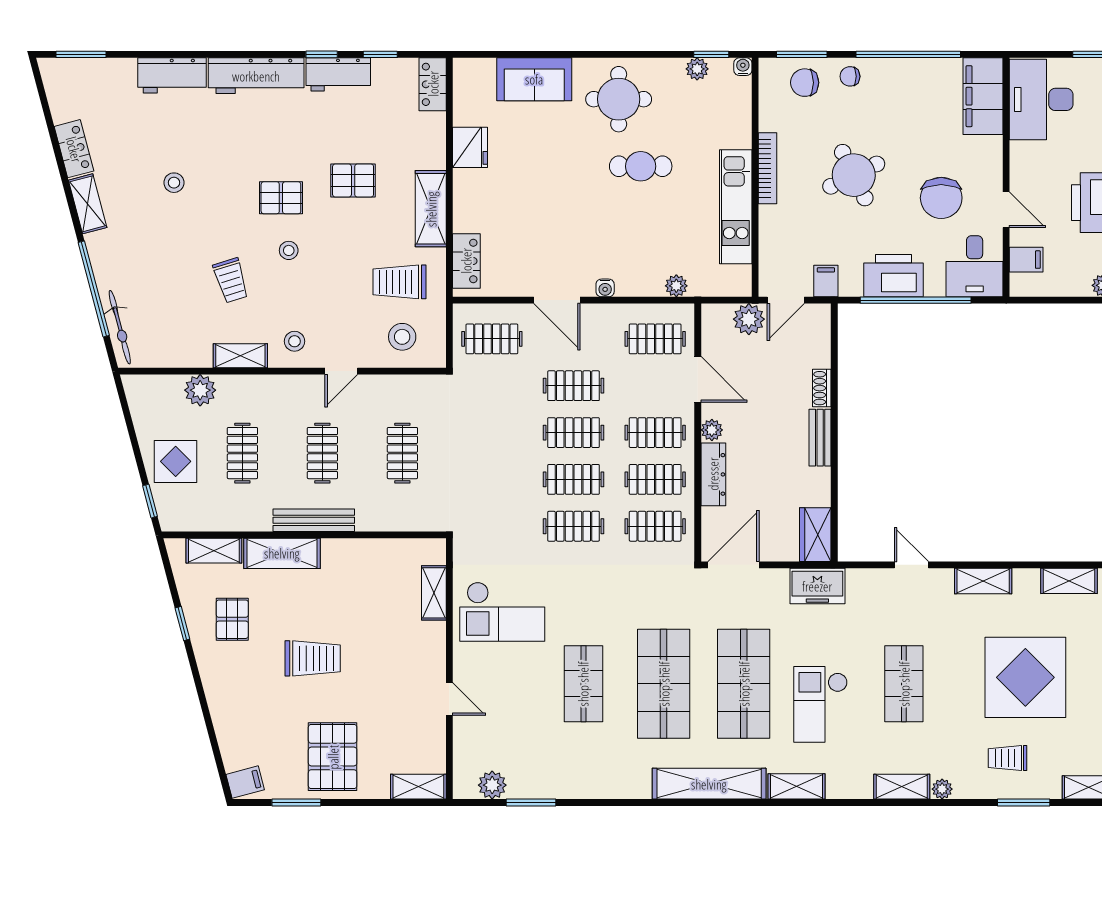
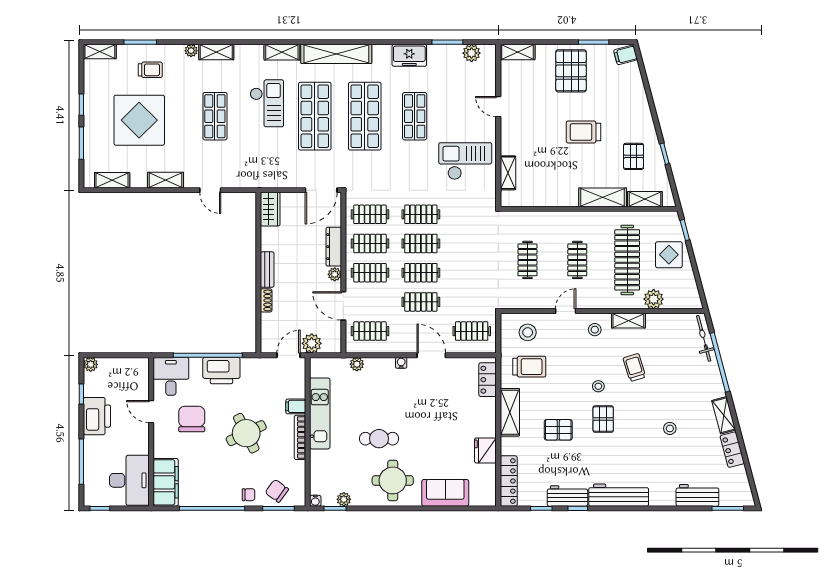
workbench: (172, 75) -> (697, 495), moved
chair: (805, 83) -> (277, 491), turned -144
locker: (433, 84) -> (509, 481), width x1.53
pallet: (281, 198) -> (603, 419), turned 90
filing cabinet: (1026, 260) -> (139, 381), removed
filing cabinet: (826, 281) -> (296, 406), moved, turned 90
clothes rail: (242, 453) -> (627, 260), width x1.86, depth x1.31
bench: (314, 520) -> (583, 218), removed
freezer: (817, 586) -> (409, 55), moved, turned 180

